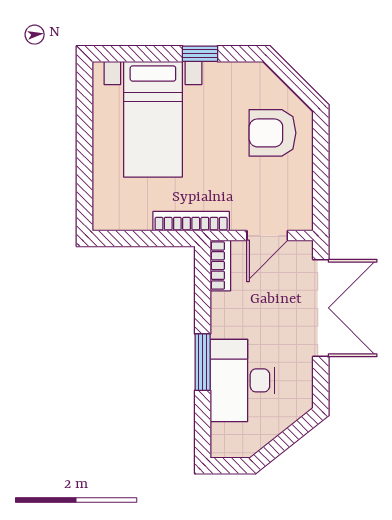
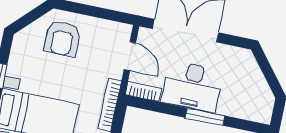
desk: (242, 380) -> (192, 86), moved

